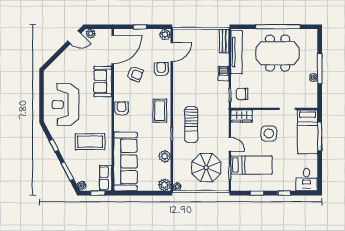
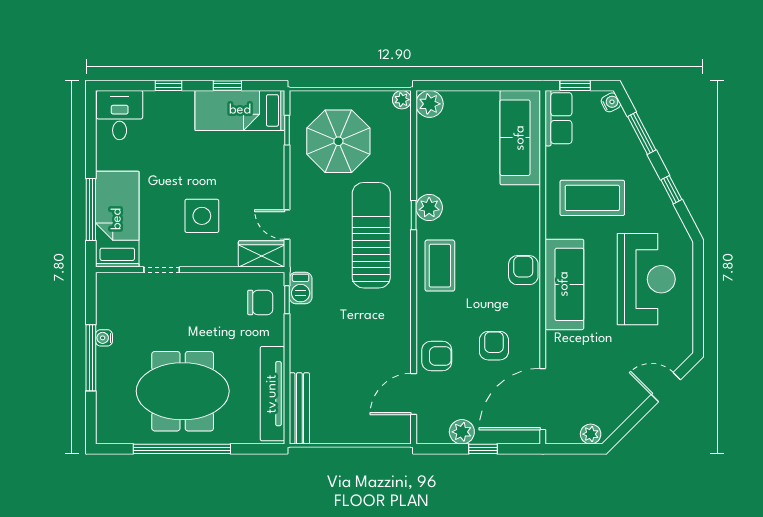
plant: (165, 35) -> (462, 432), moved
door: (74, 37) -> (666, 387), moved
bench: (224, 41) -> (299, 408), width x1.36
armchair: (161, 69) -> (437, 356), turned -89
barbecue: (224, 73) -> (301, 288), moved
armchair: (135, 74) -> (494, 346), turned 69
sofa: (103, 81) -> (564, 284), moved, width x1.36
armchair: (122, 109) -> (523, 270), turned 180
sun lounger: (191, 125) -> (371, 235), width x1.36, depth x1.34
door: (230, 144) -> (287, 225), moved
plant: (165, 156) -> (429, 207), moved
sofa: (125, 161) -> (520, 138), width x0.74, depth x0.79
bed: (251, 165) -> (240, 110), moved

